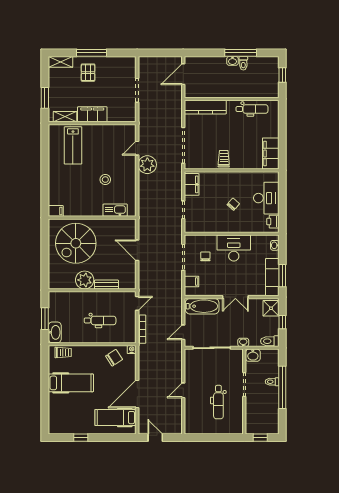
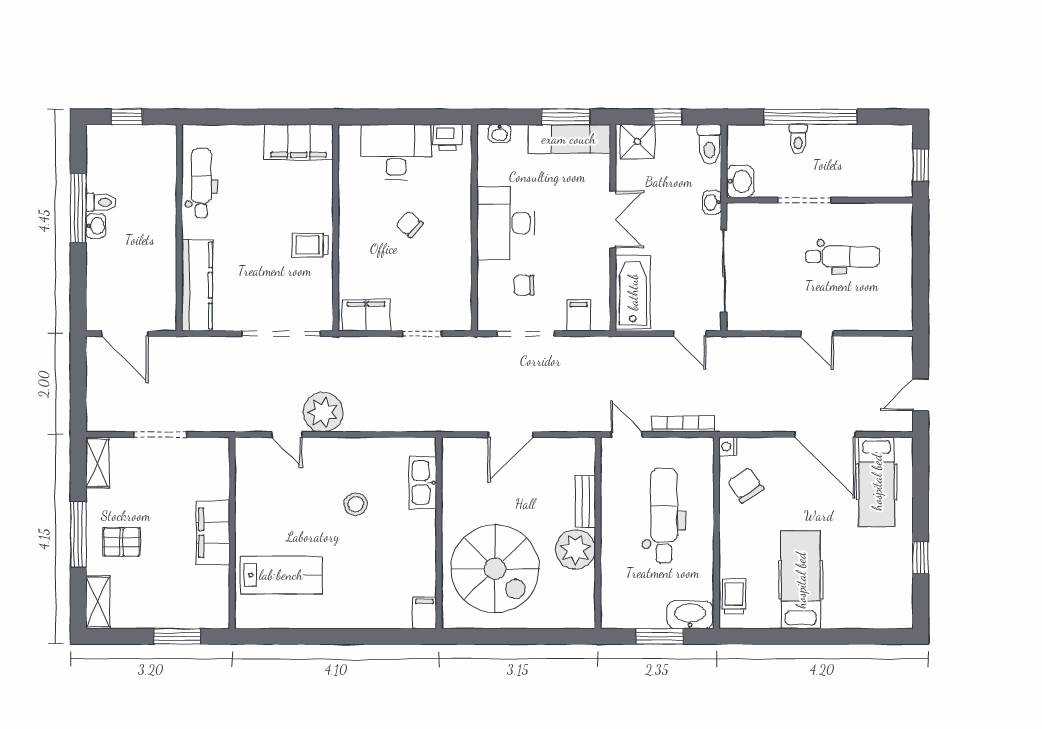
shelving: (65, 117) -> (97, 463), moved
dental chair: (100, 320) -> (664, 516), width x1.36, depth x1.38

